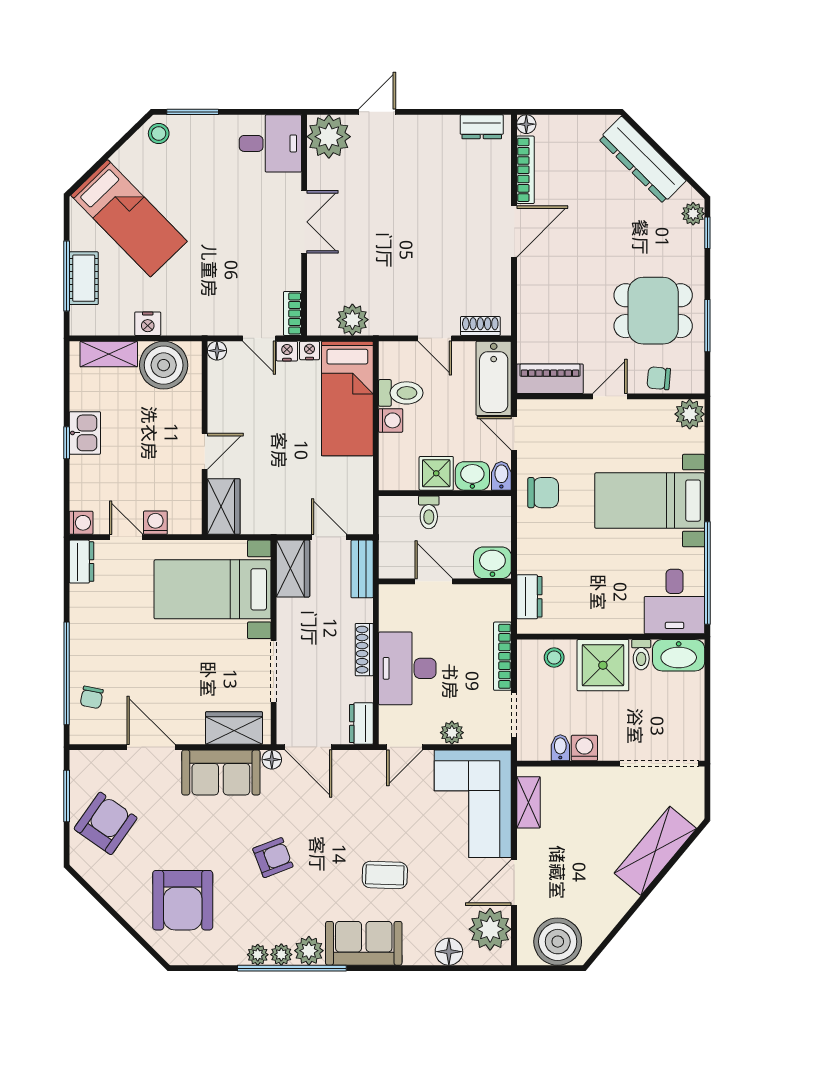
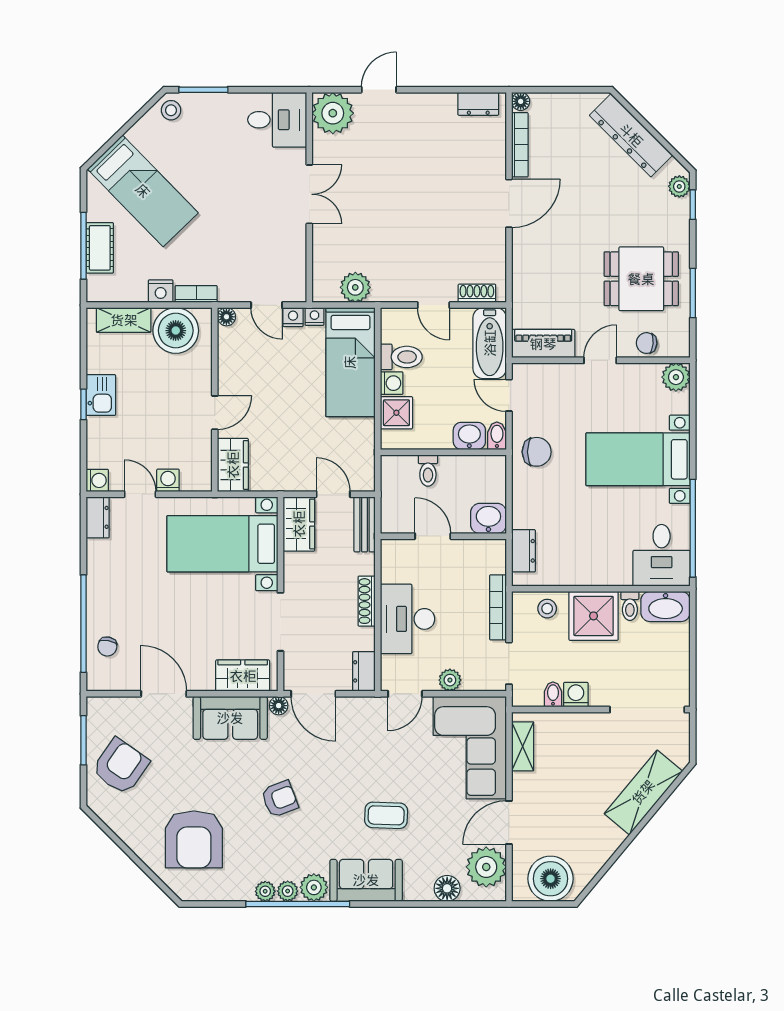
bookcase: (292, 313) -> (196, 294), moved, turned 90
shower: (436, 473) -> (396, 413), moved

